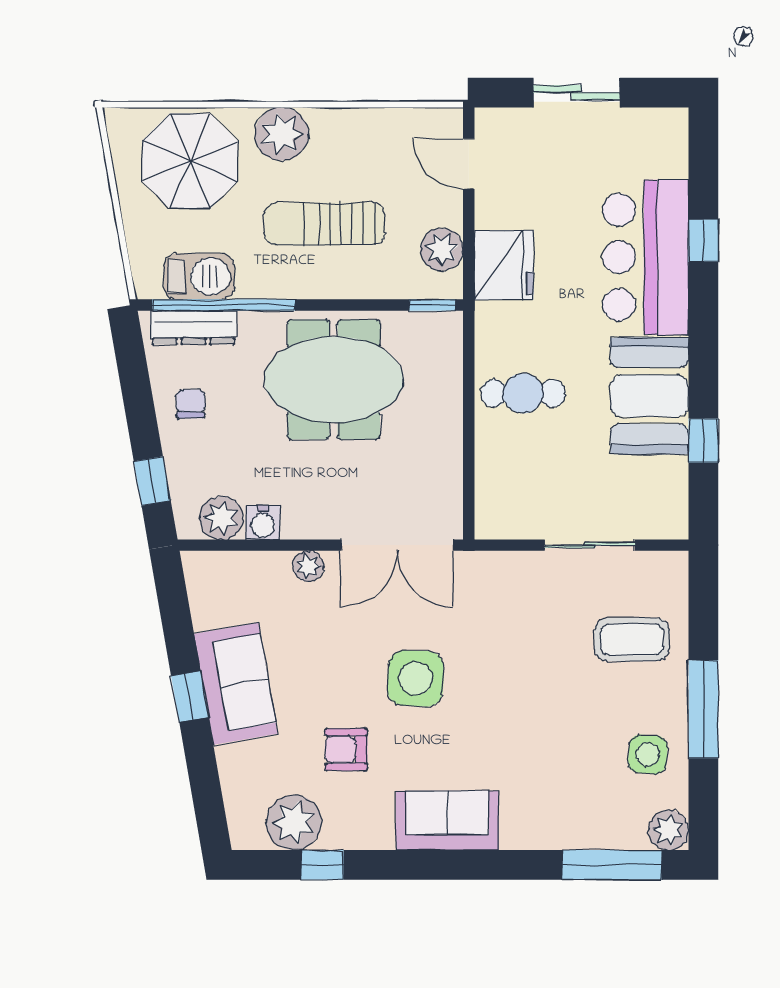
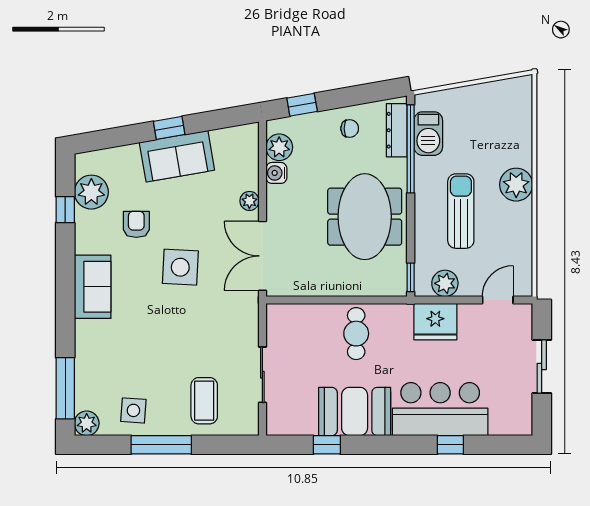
parasol: (190, 161) -> (499, 128), removed

